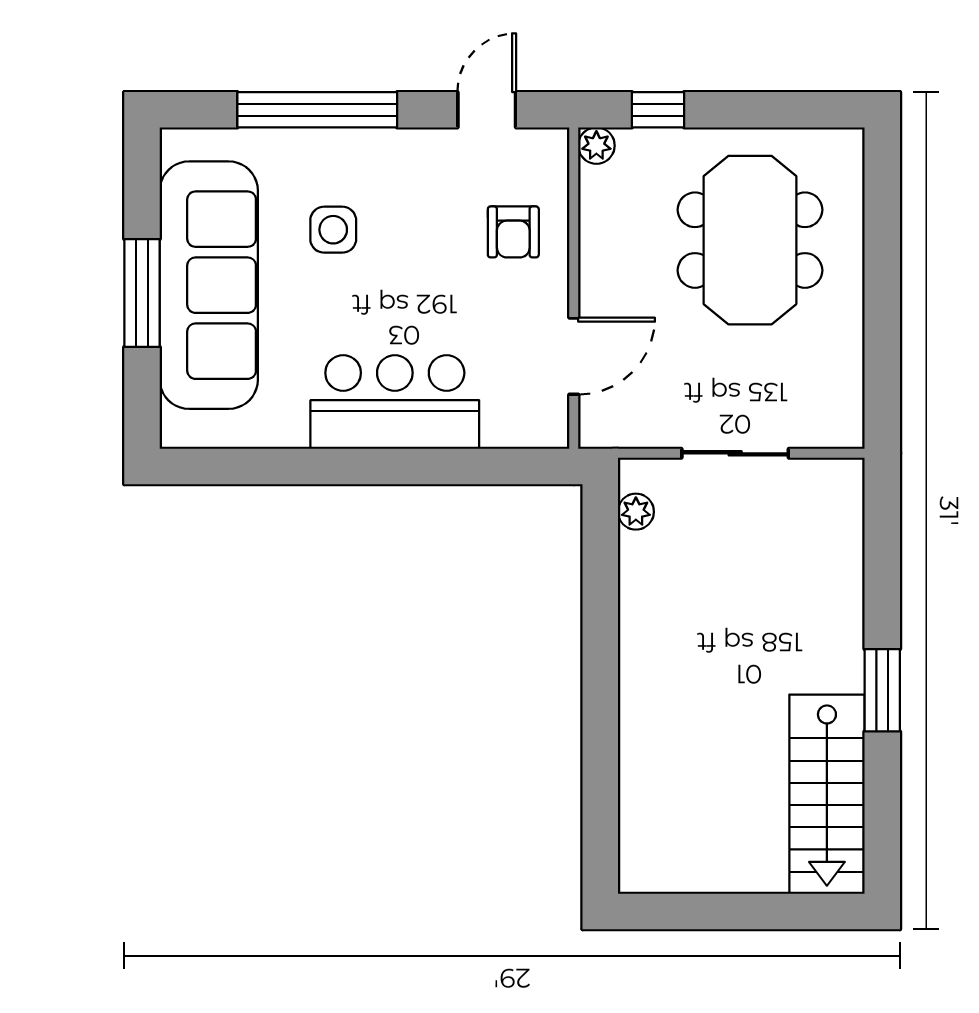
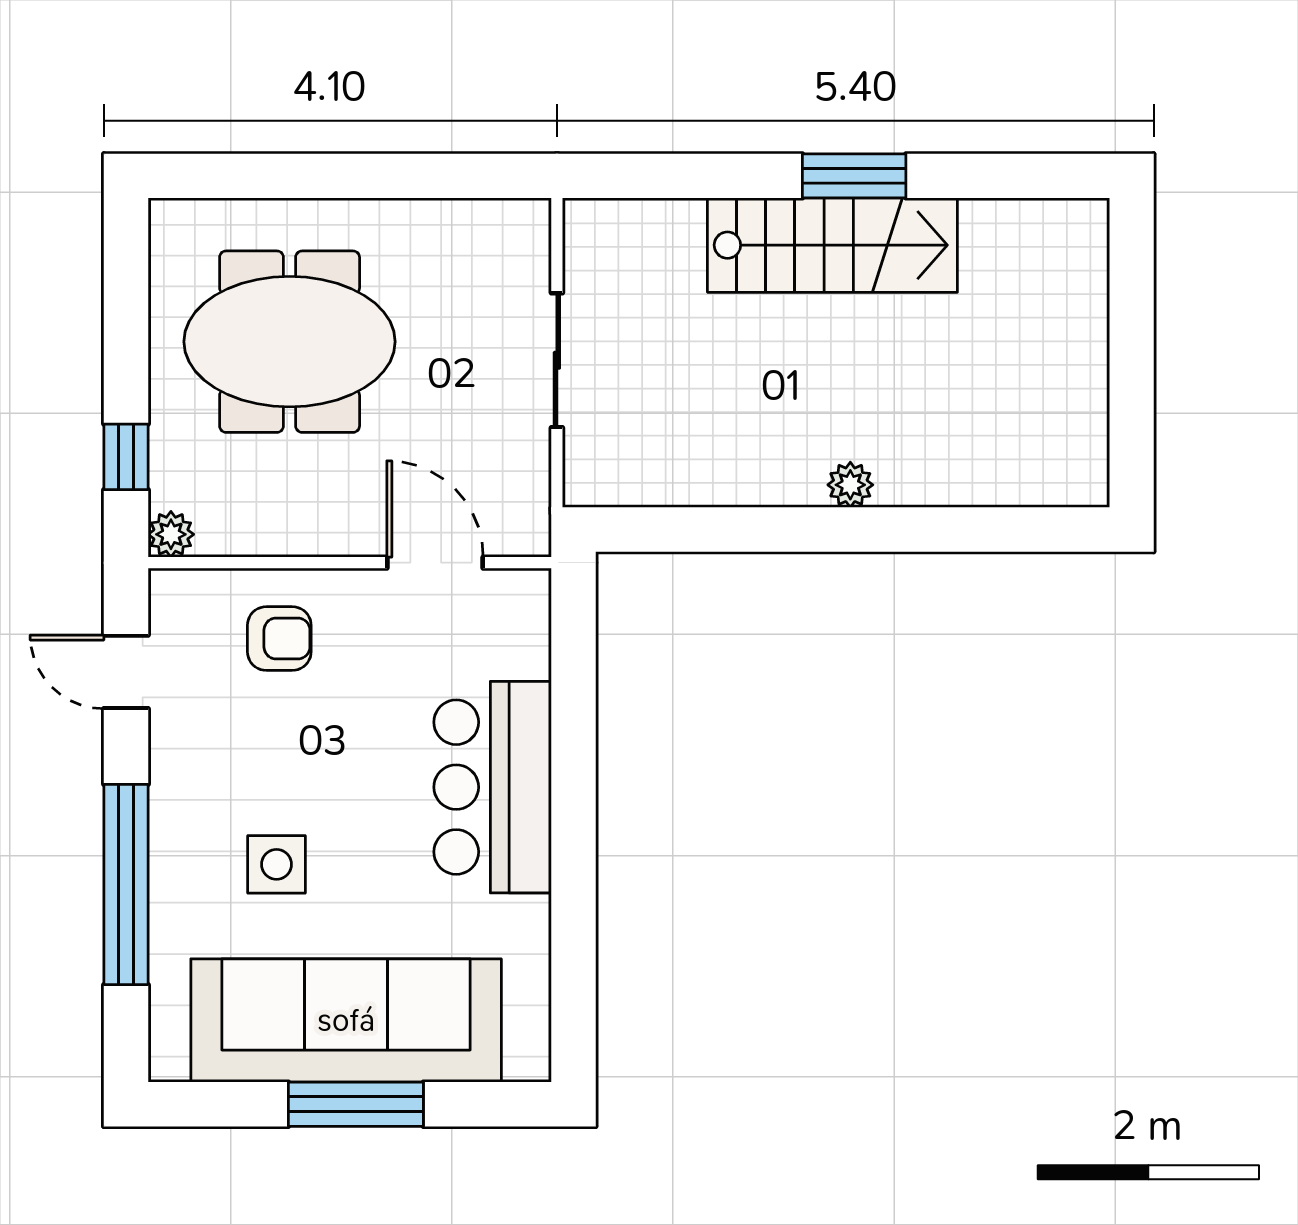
plant: (636, 512) -> (850, 485), moved
stairs: (827, 794) -> (832, 245), moved

